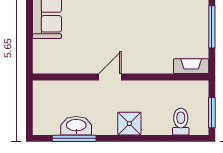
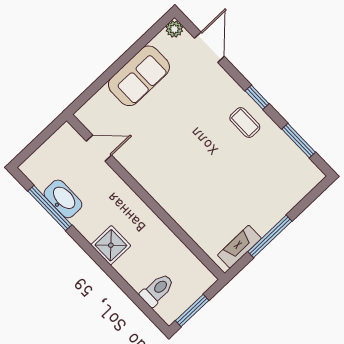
fireplace: (191, 66) -> (239, 247), moved, turned -90
door: (110, 77) -> (99, 148), moved

